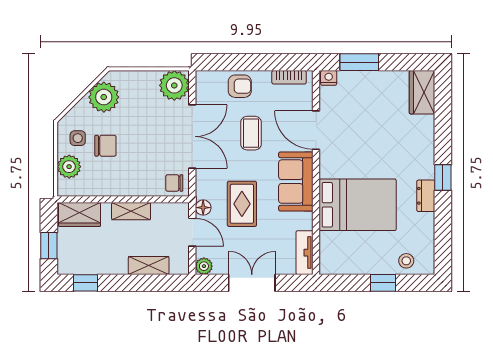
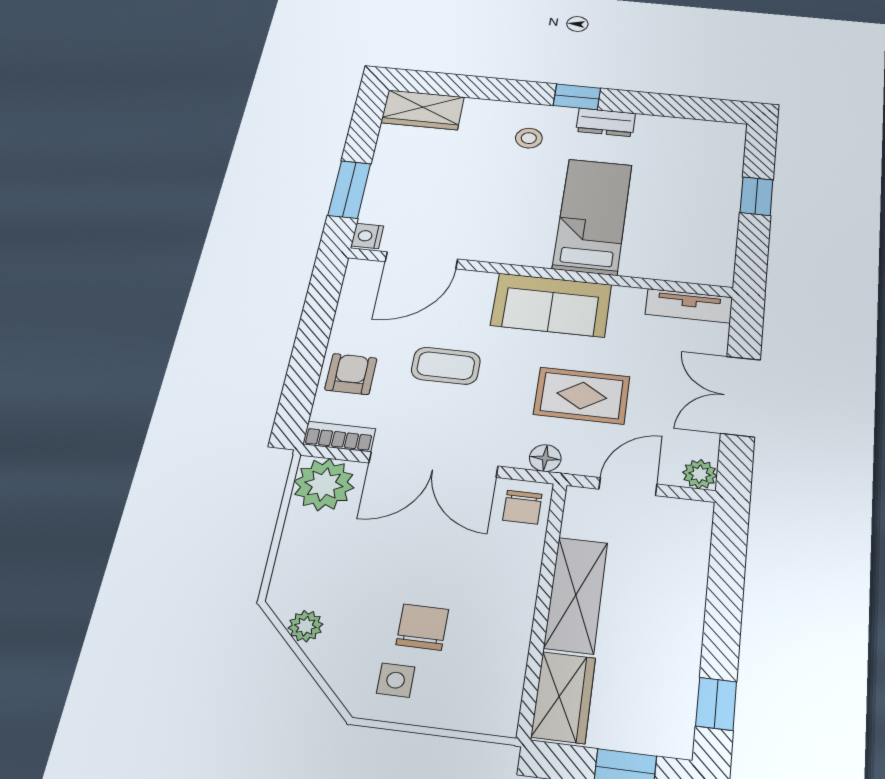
bookcase: (289, 77) -> (339, 437), moved, turned -90
plant: (104, 97) -> (305, 626), width x0.53, depth x0.53
door: (316, 130) -> (421, 260), moved
double door: (192, 136) -> (433, 465), swing flipped
plant: (69, 167) -> (455, 706), removed
bed: (358, 205) -> (593, 216), width x0.67
floor lamp: (203, 208) -> (545, 458), moved
shelving: (131, 211) -> (576, 595), width x1.50, depth x1.33
stool: (406, 261) -> (529, 138), moved
shelving: (149, 266) -> (689, 574), removed

